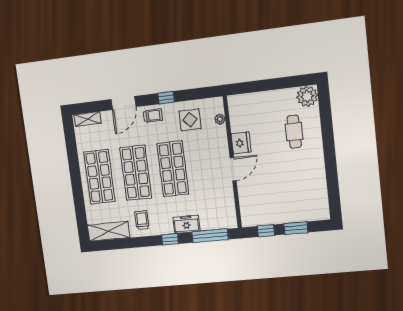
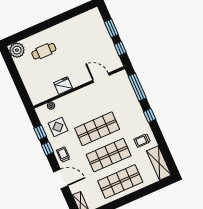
window: (190, 95) -> (40, 132), added
door: (233, 169) -> (101, 78), moved
freezer: (186, 224) -> (134, 107), removed

